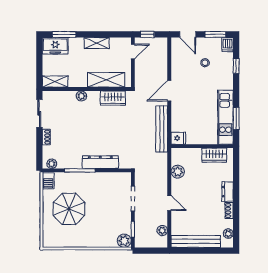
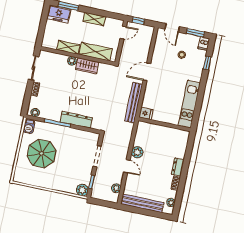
shelving: (55, 82) -> (68, 47), moved
wardrobe: (113, 98) -> (87, 66), moved
window: (236, 118) -> (198, 107), removed
wardrobe: (214, 155) -> (173, 134), removed
plant: (178, 172) -> (137, 152), moved

